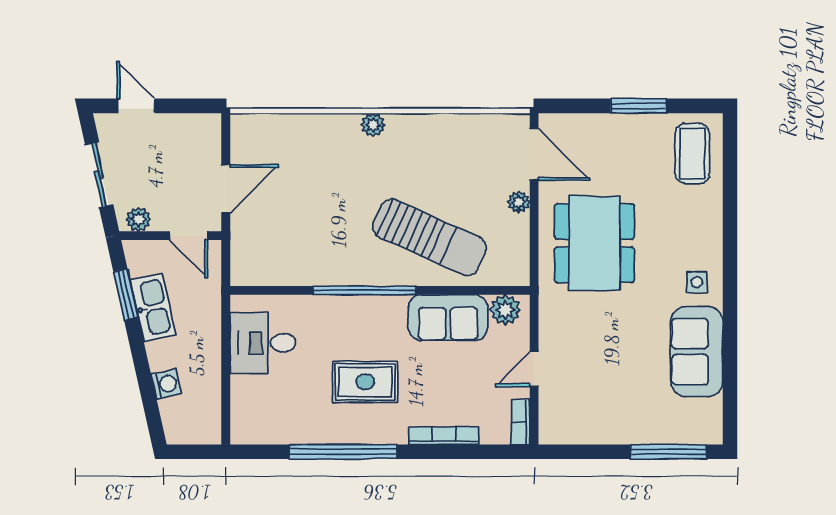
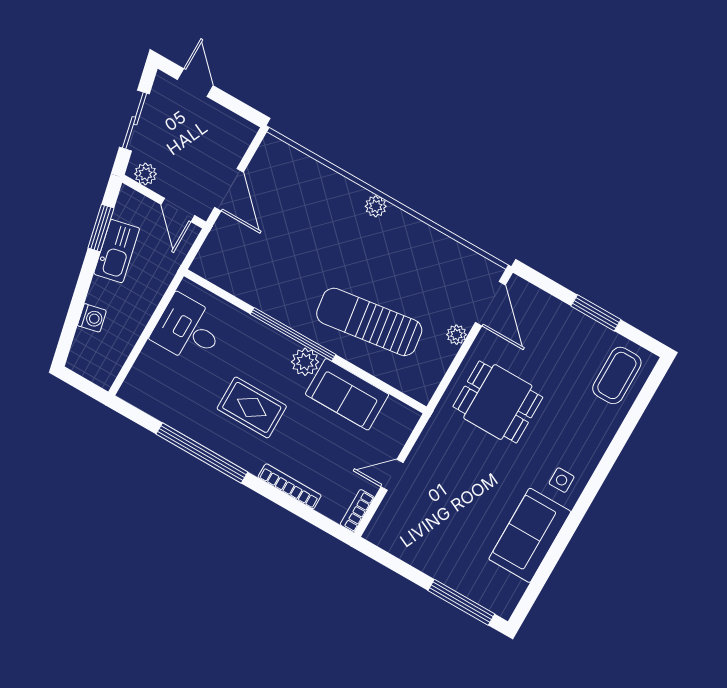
door: (226, 189) -> (229, 190), hinge flipped
sun lounger: (430, 237) -> (369, 322), turned 148
dining table: (594, 243) -> (498, 402), width x0.73
plant: (505, 310) -> (305, 362), moved

